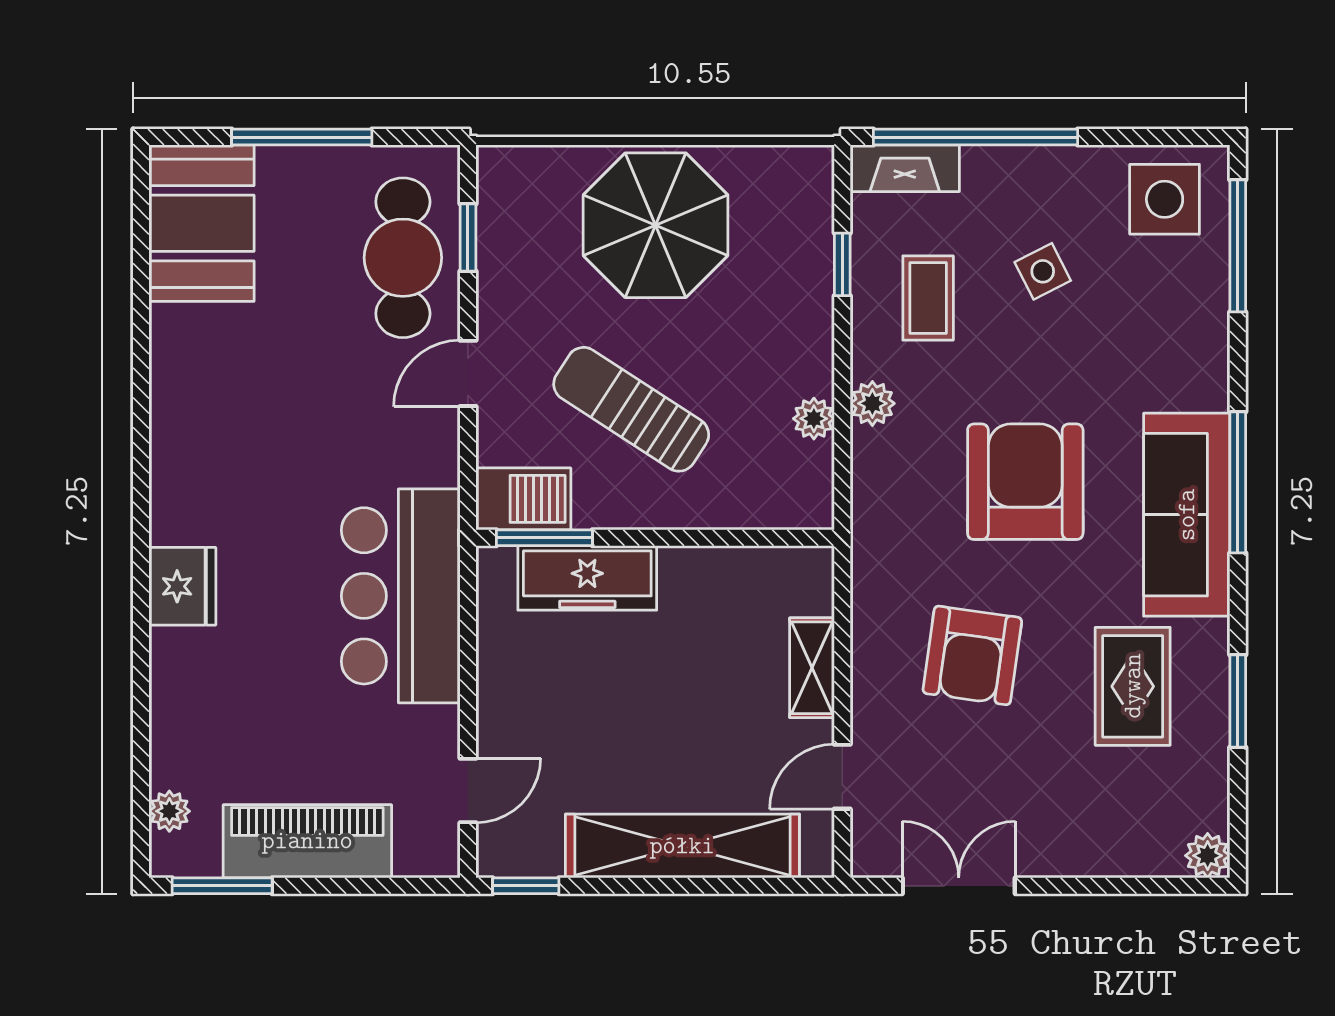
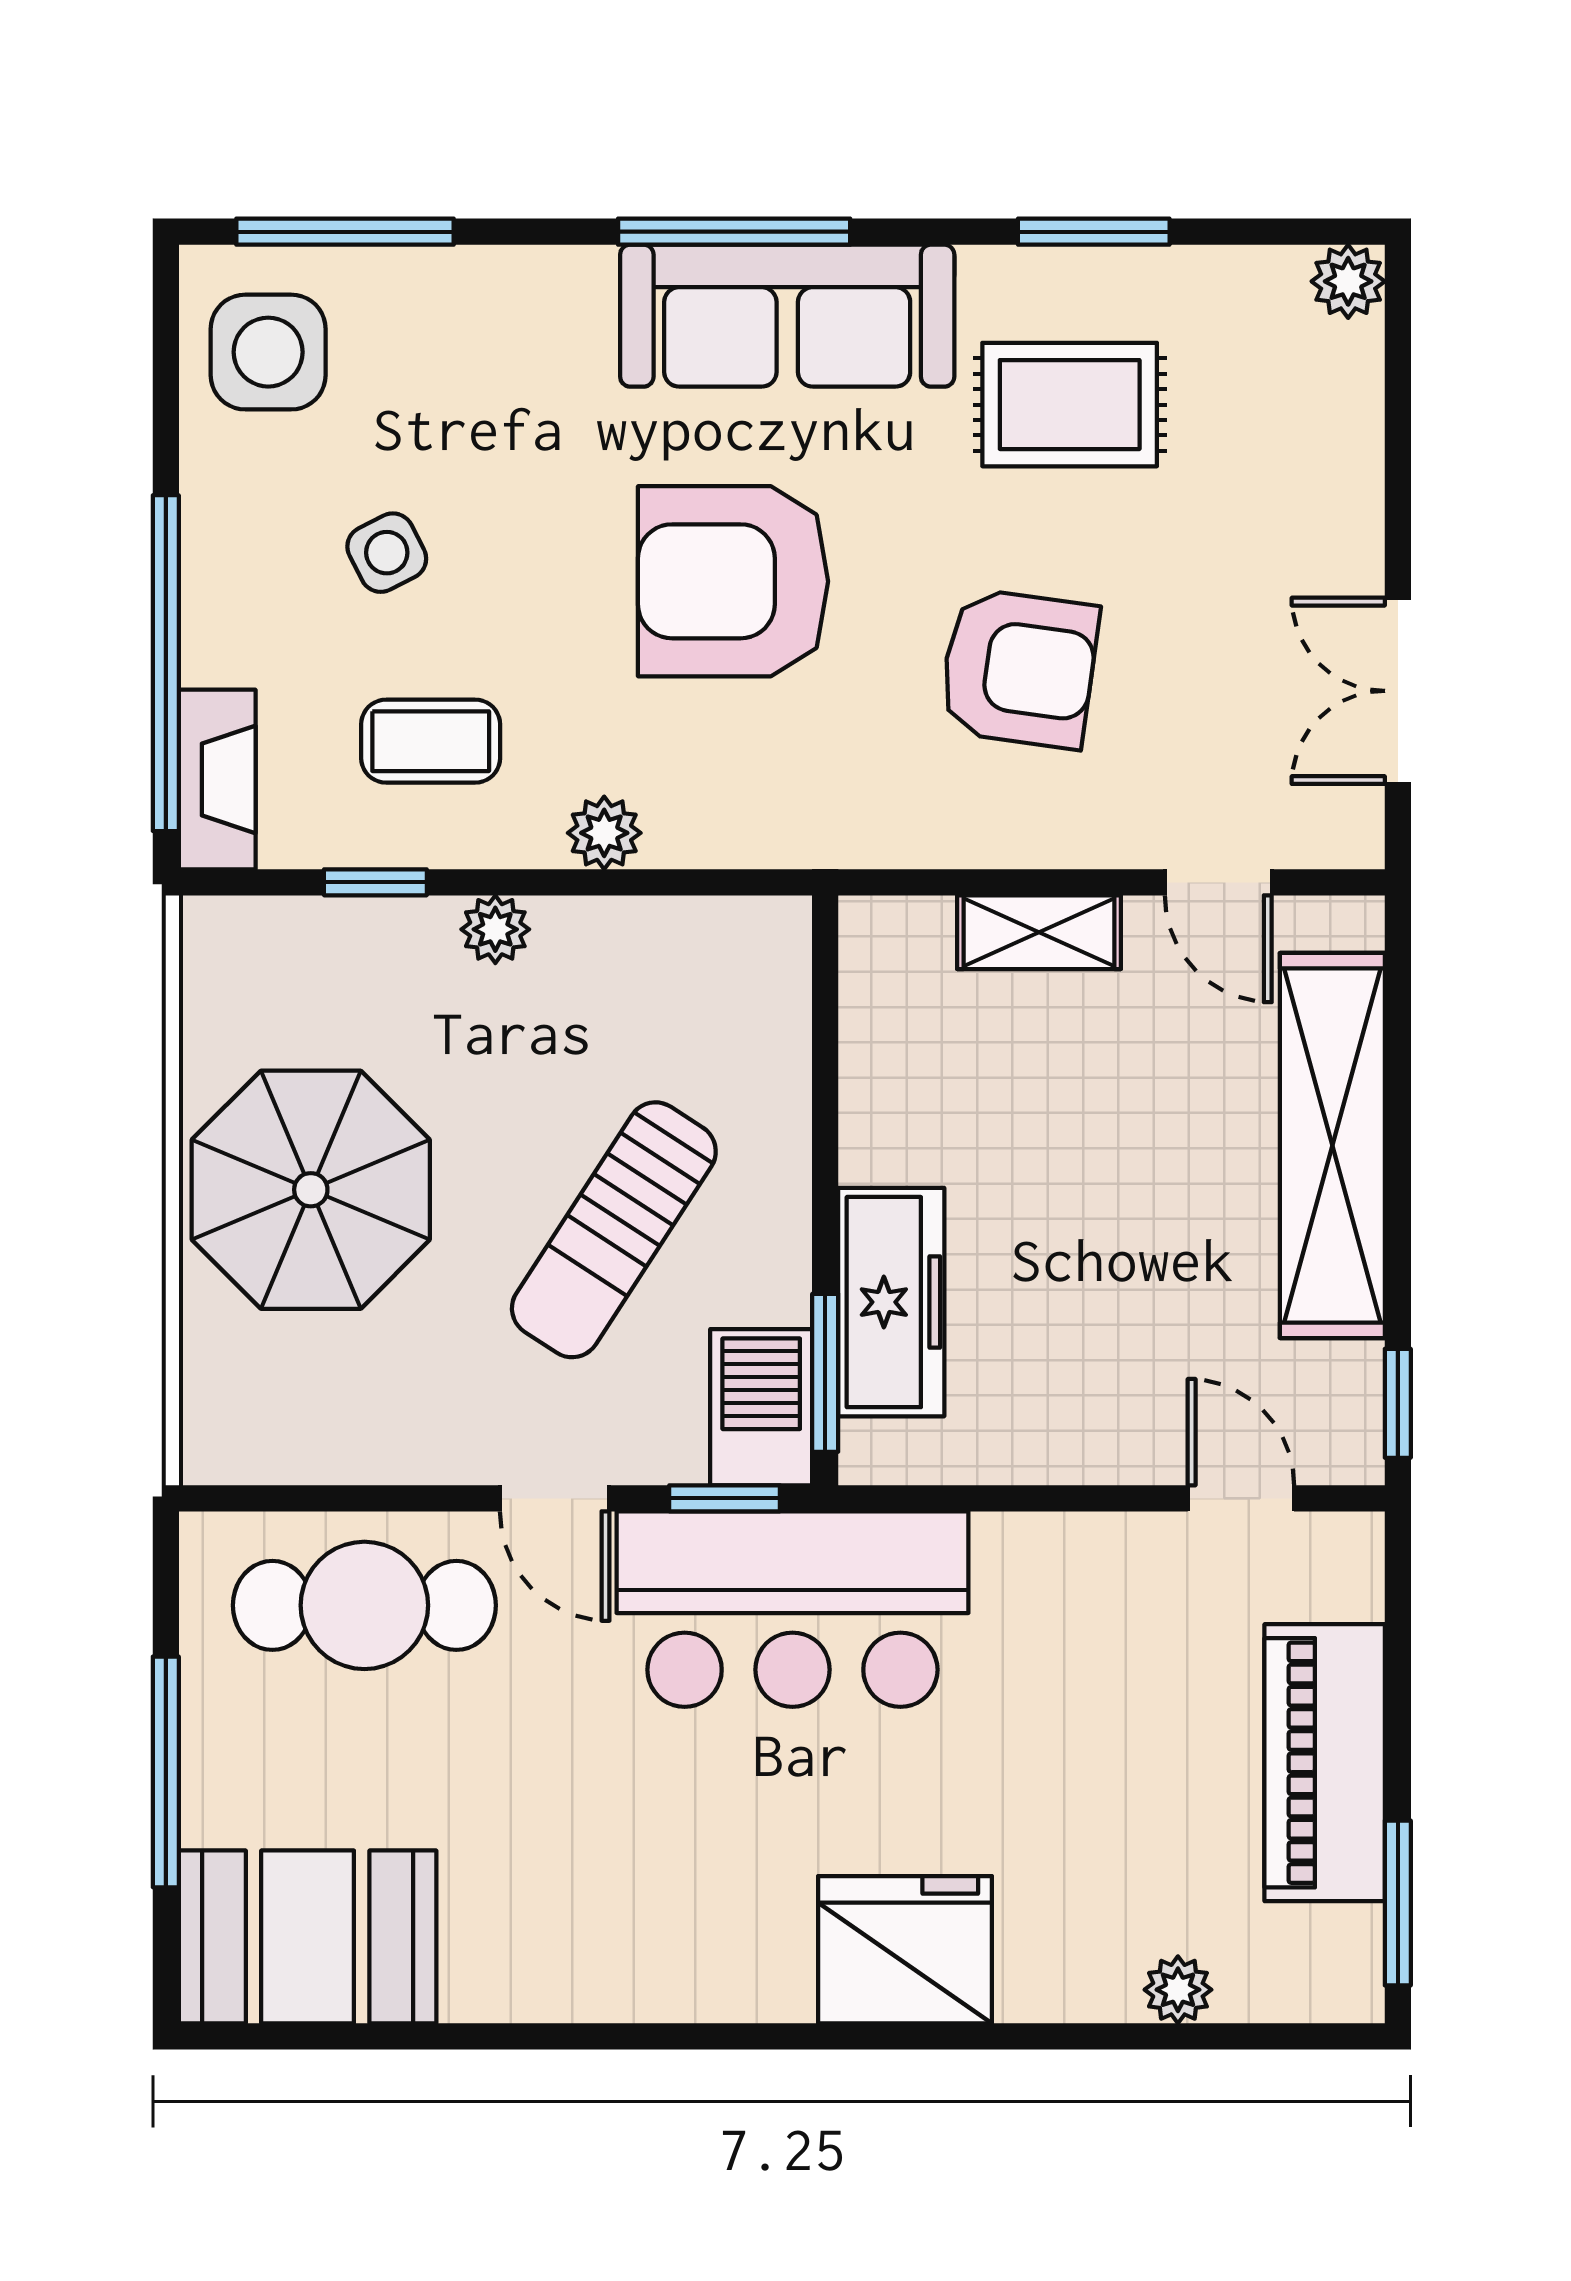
window: (468, 237) -> (725, 1498), moved
plant: (814, 419) -> (495, 929), moved
fridge: (182, 586) -> (905, 1950), width x1.36, depth x1.34
bar counter: (401, 596) -> (792, 1609), moved
plant: (169, 811) -> (1178, 1990), moved

